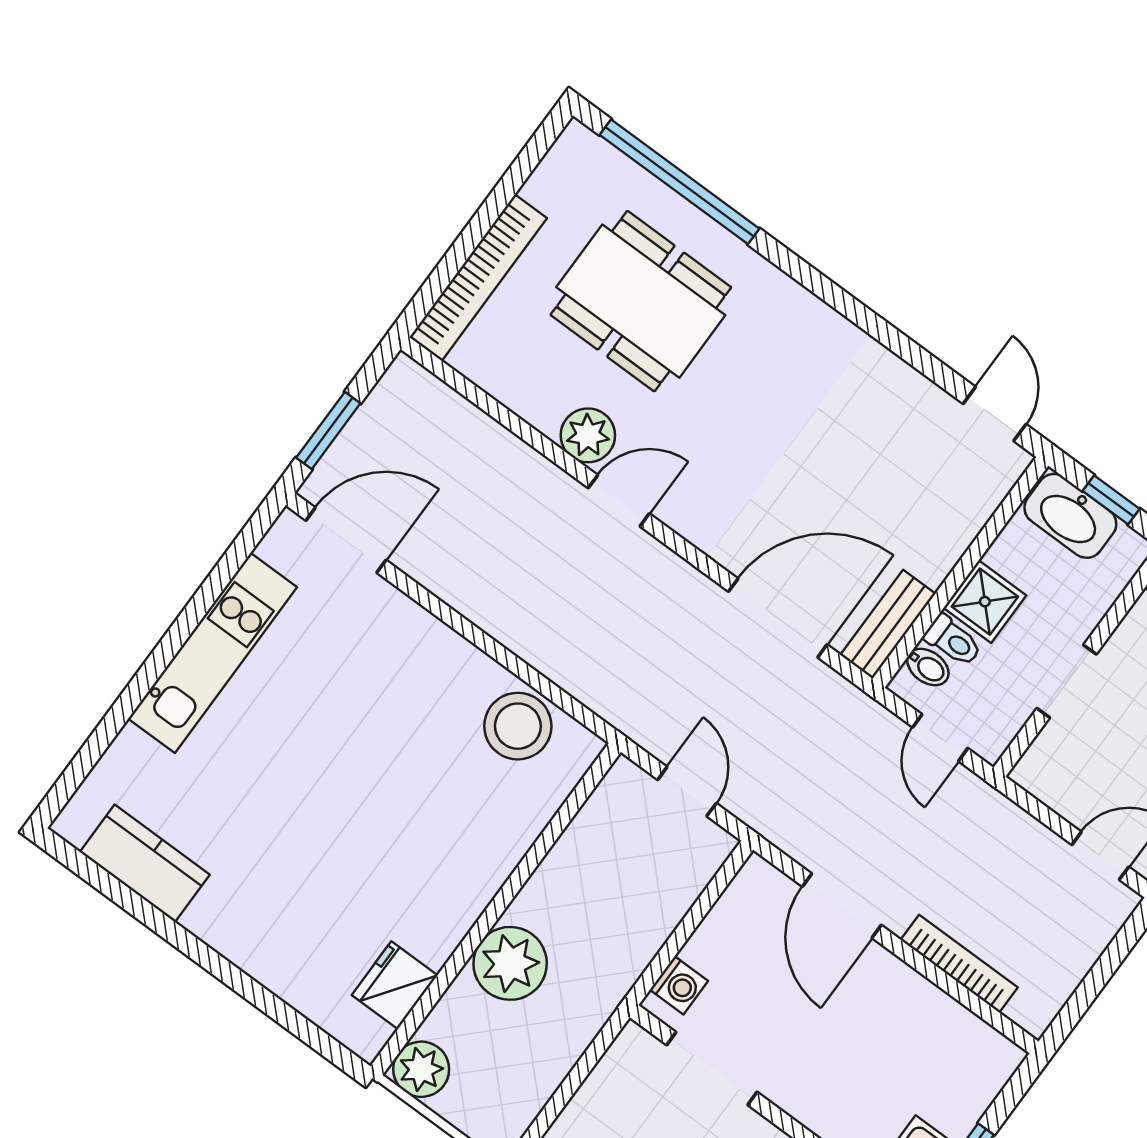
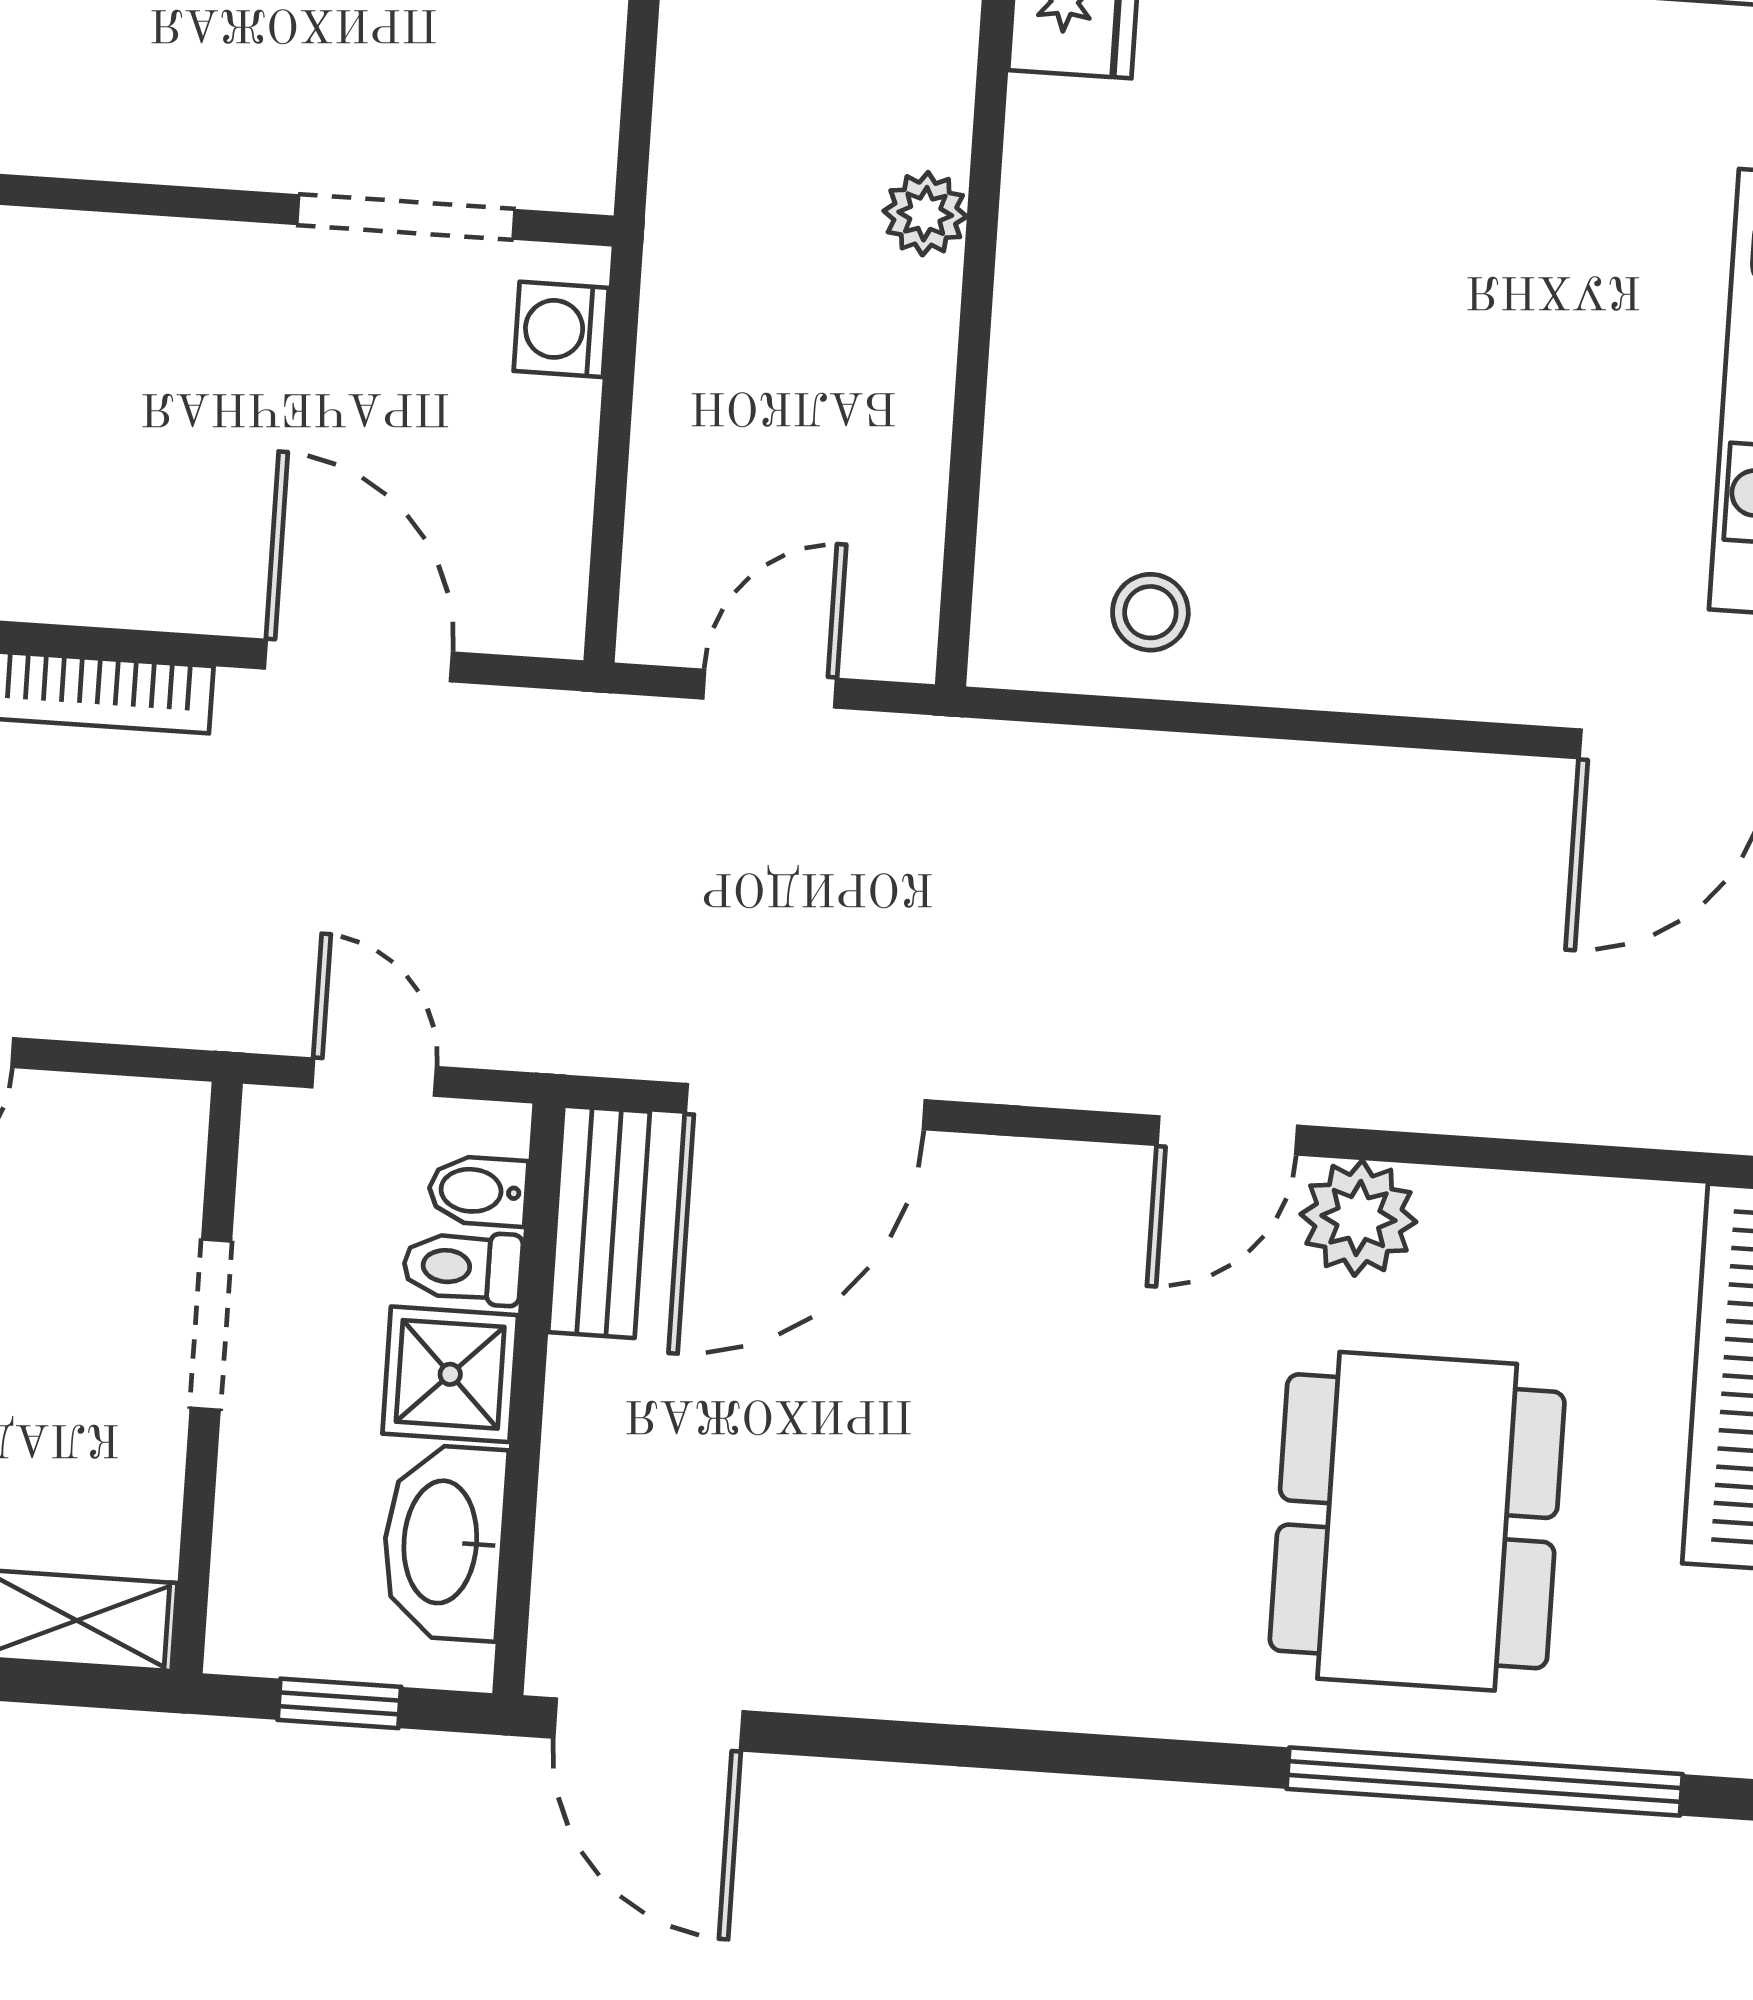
dining table: (641, 301) -> (1417, 1521), turned 90
door: (995, 414) -> (648, 1724), width x1.38
washbasin: (1070, 516) -> (444, 1542), moved, turned -90
stool: (518, 726) -> (1150, 612), width x0.53, depth x0.53
door: (687, 792) -> (770, 689), swing flipped
plant: (510, 963) -> (925, 214), width x0.53, depth x0.53

